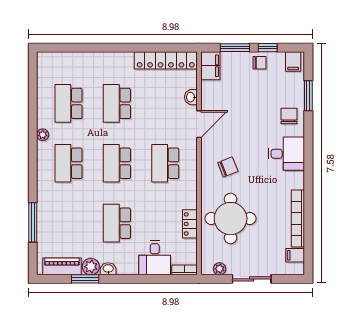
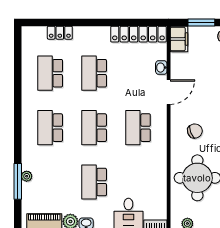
plant: (43, 135) -> (27, 176), moved
locker: (190, 224) -> (60, 33), moved, turned -90

